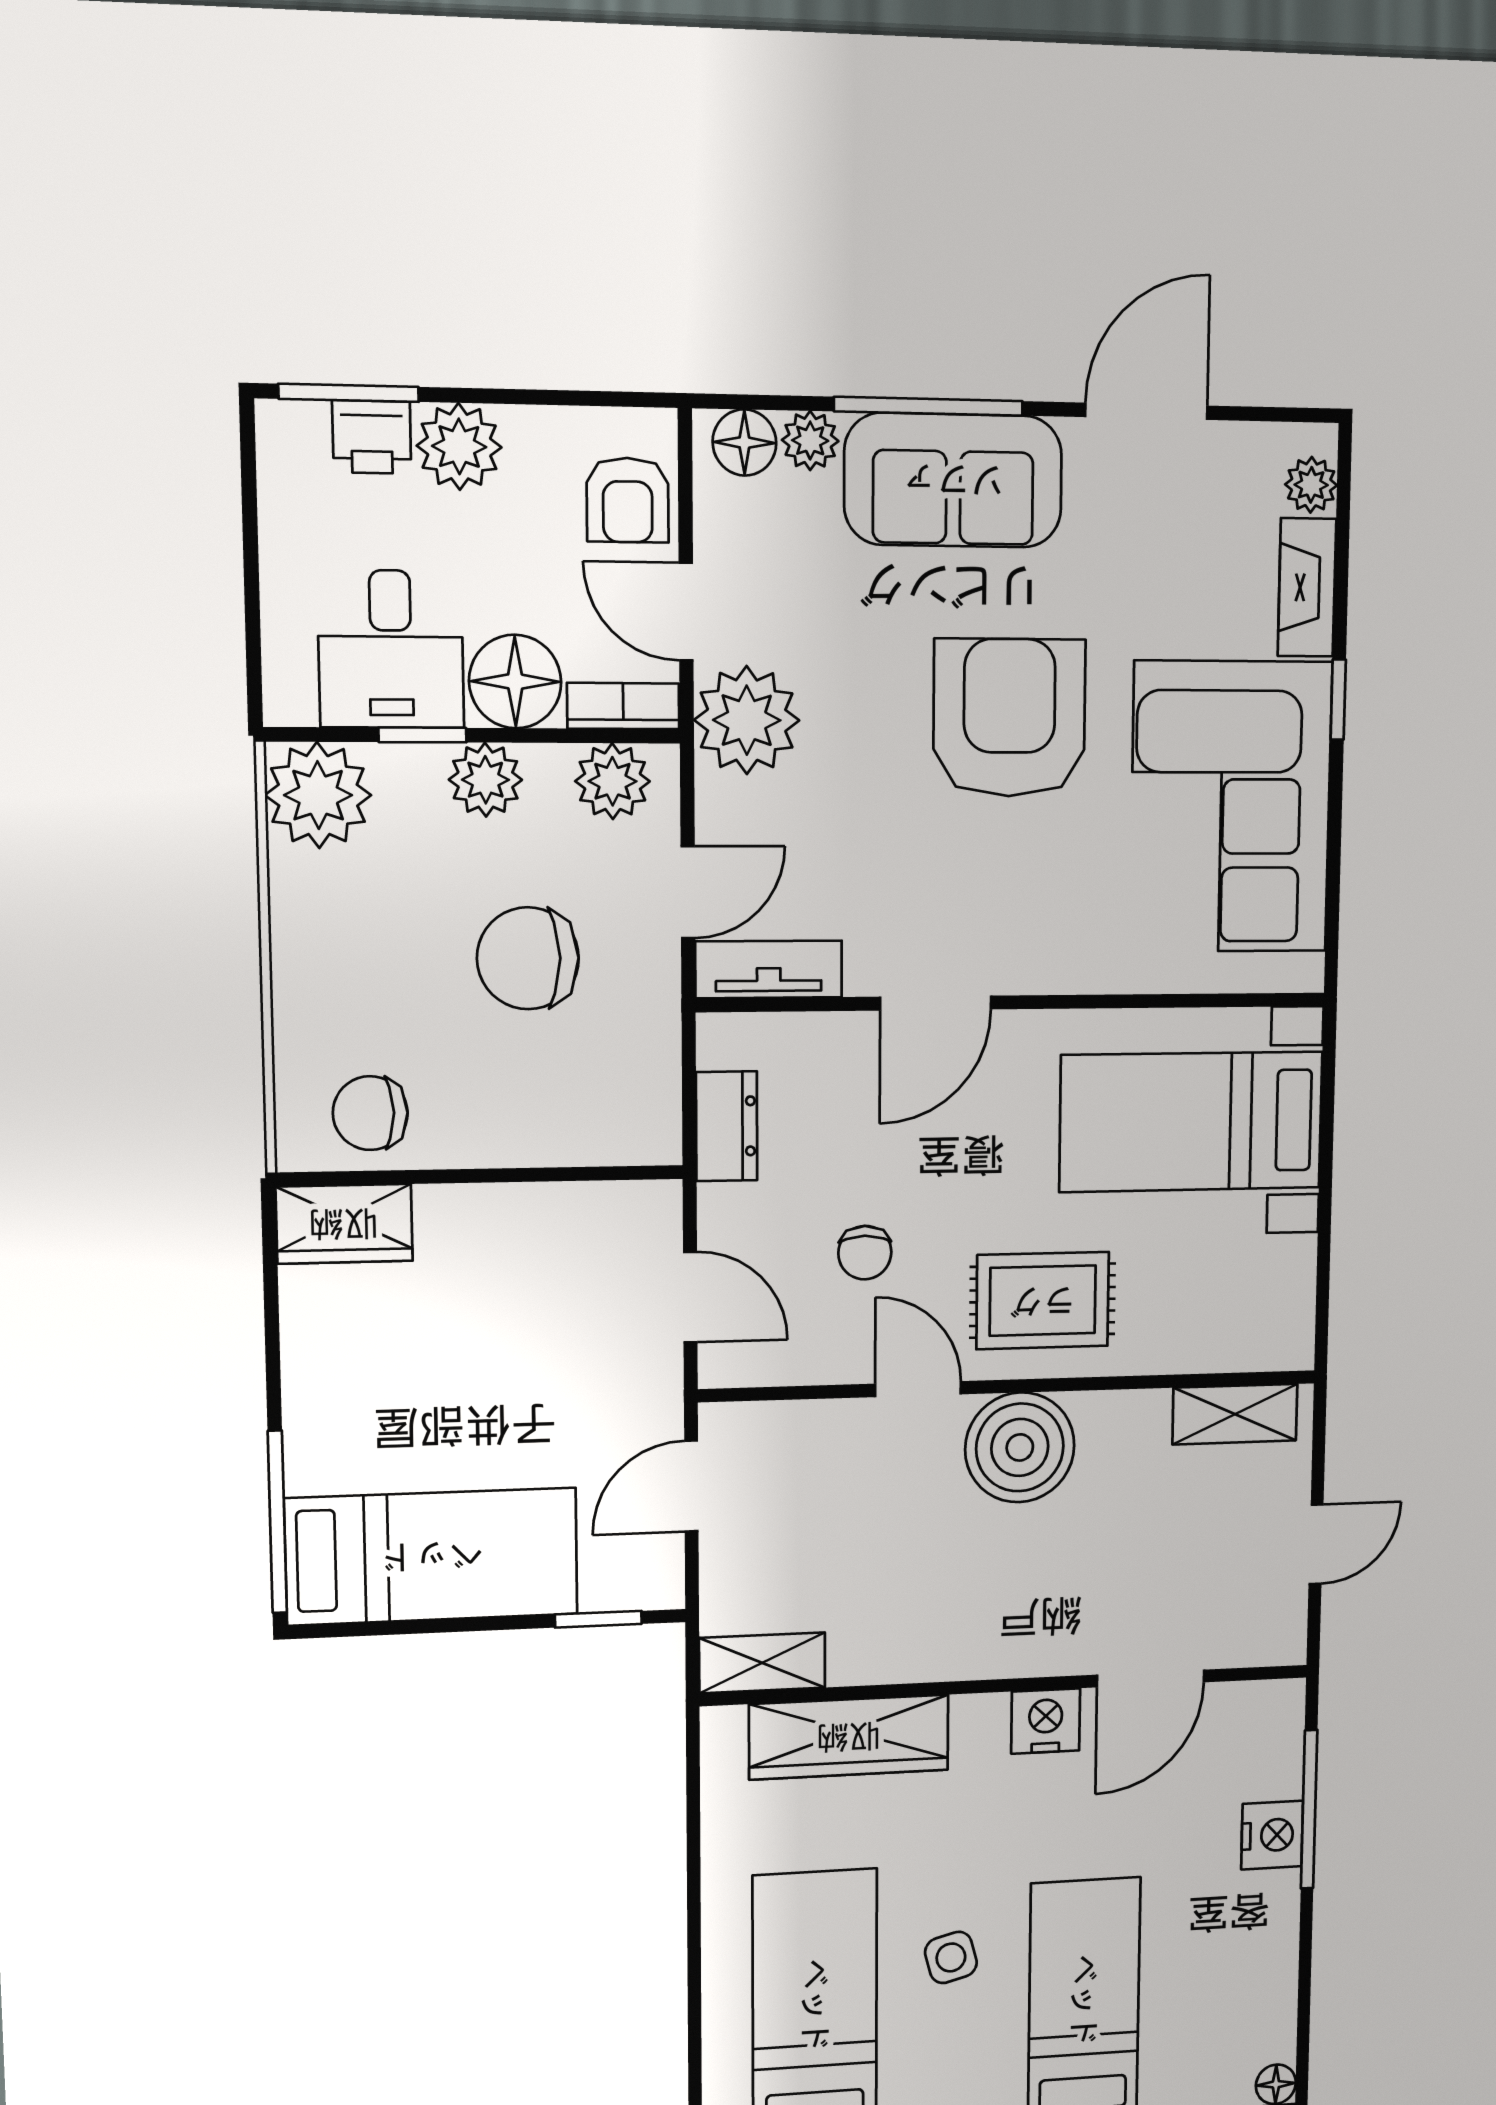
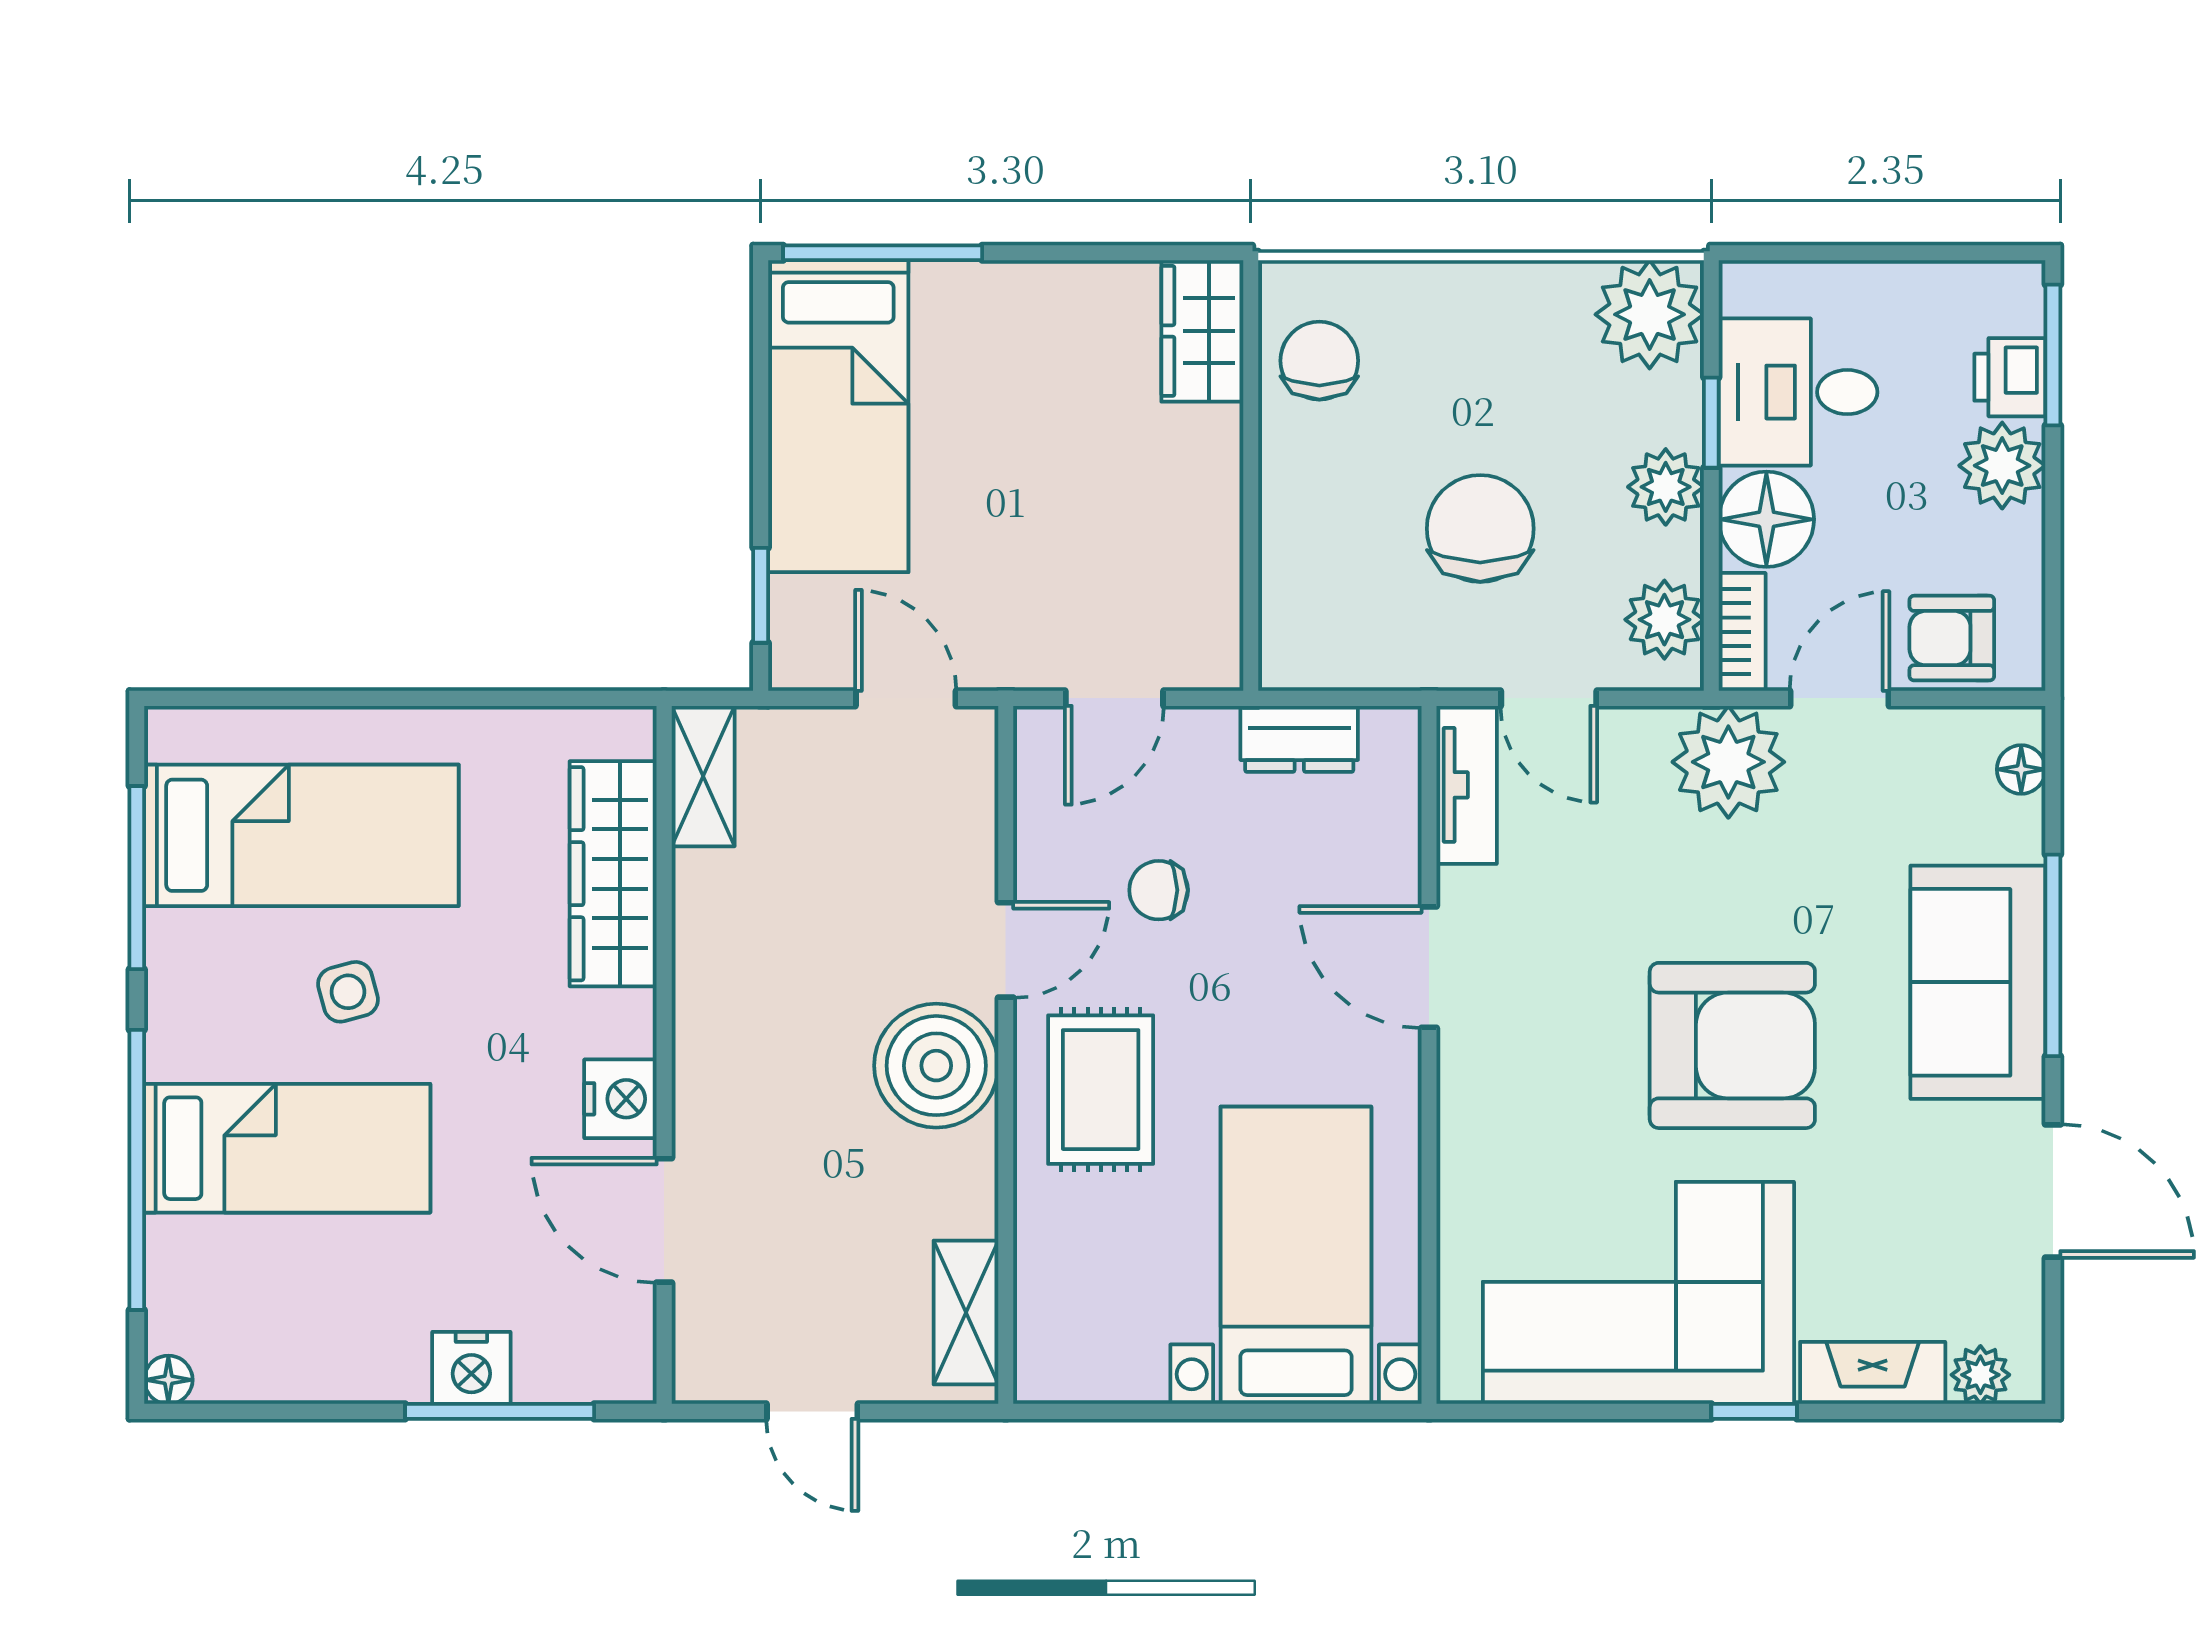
plant: (810, 441) -> (2015, 830), removed
floor lamp: (744, 443) -> (2021, 769), width x0.73, depth x0.73

